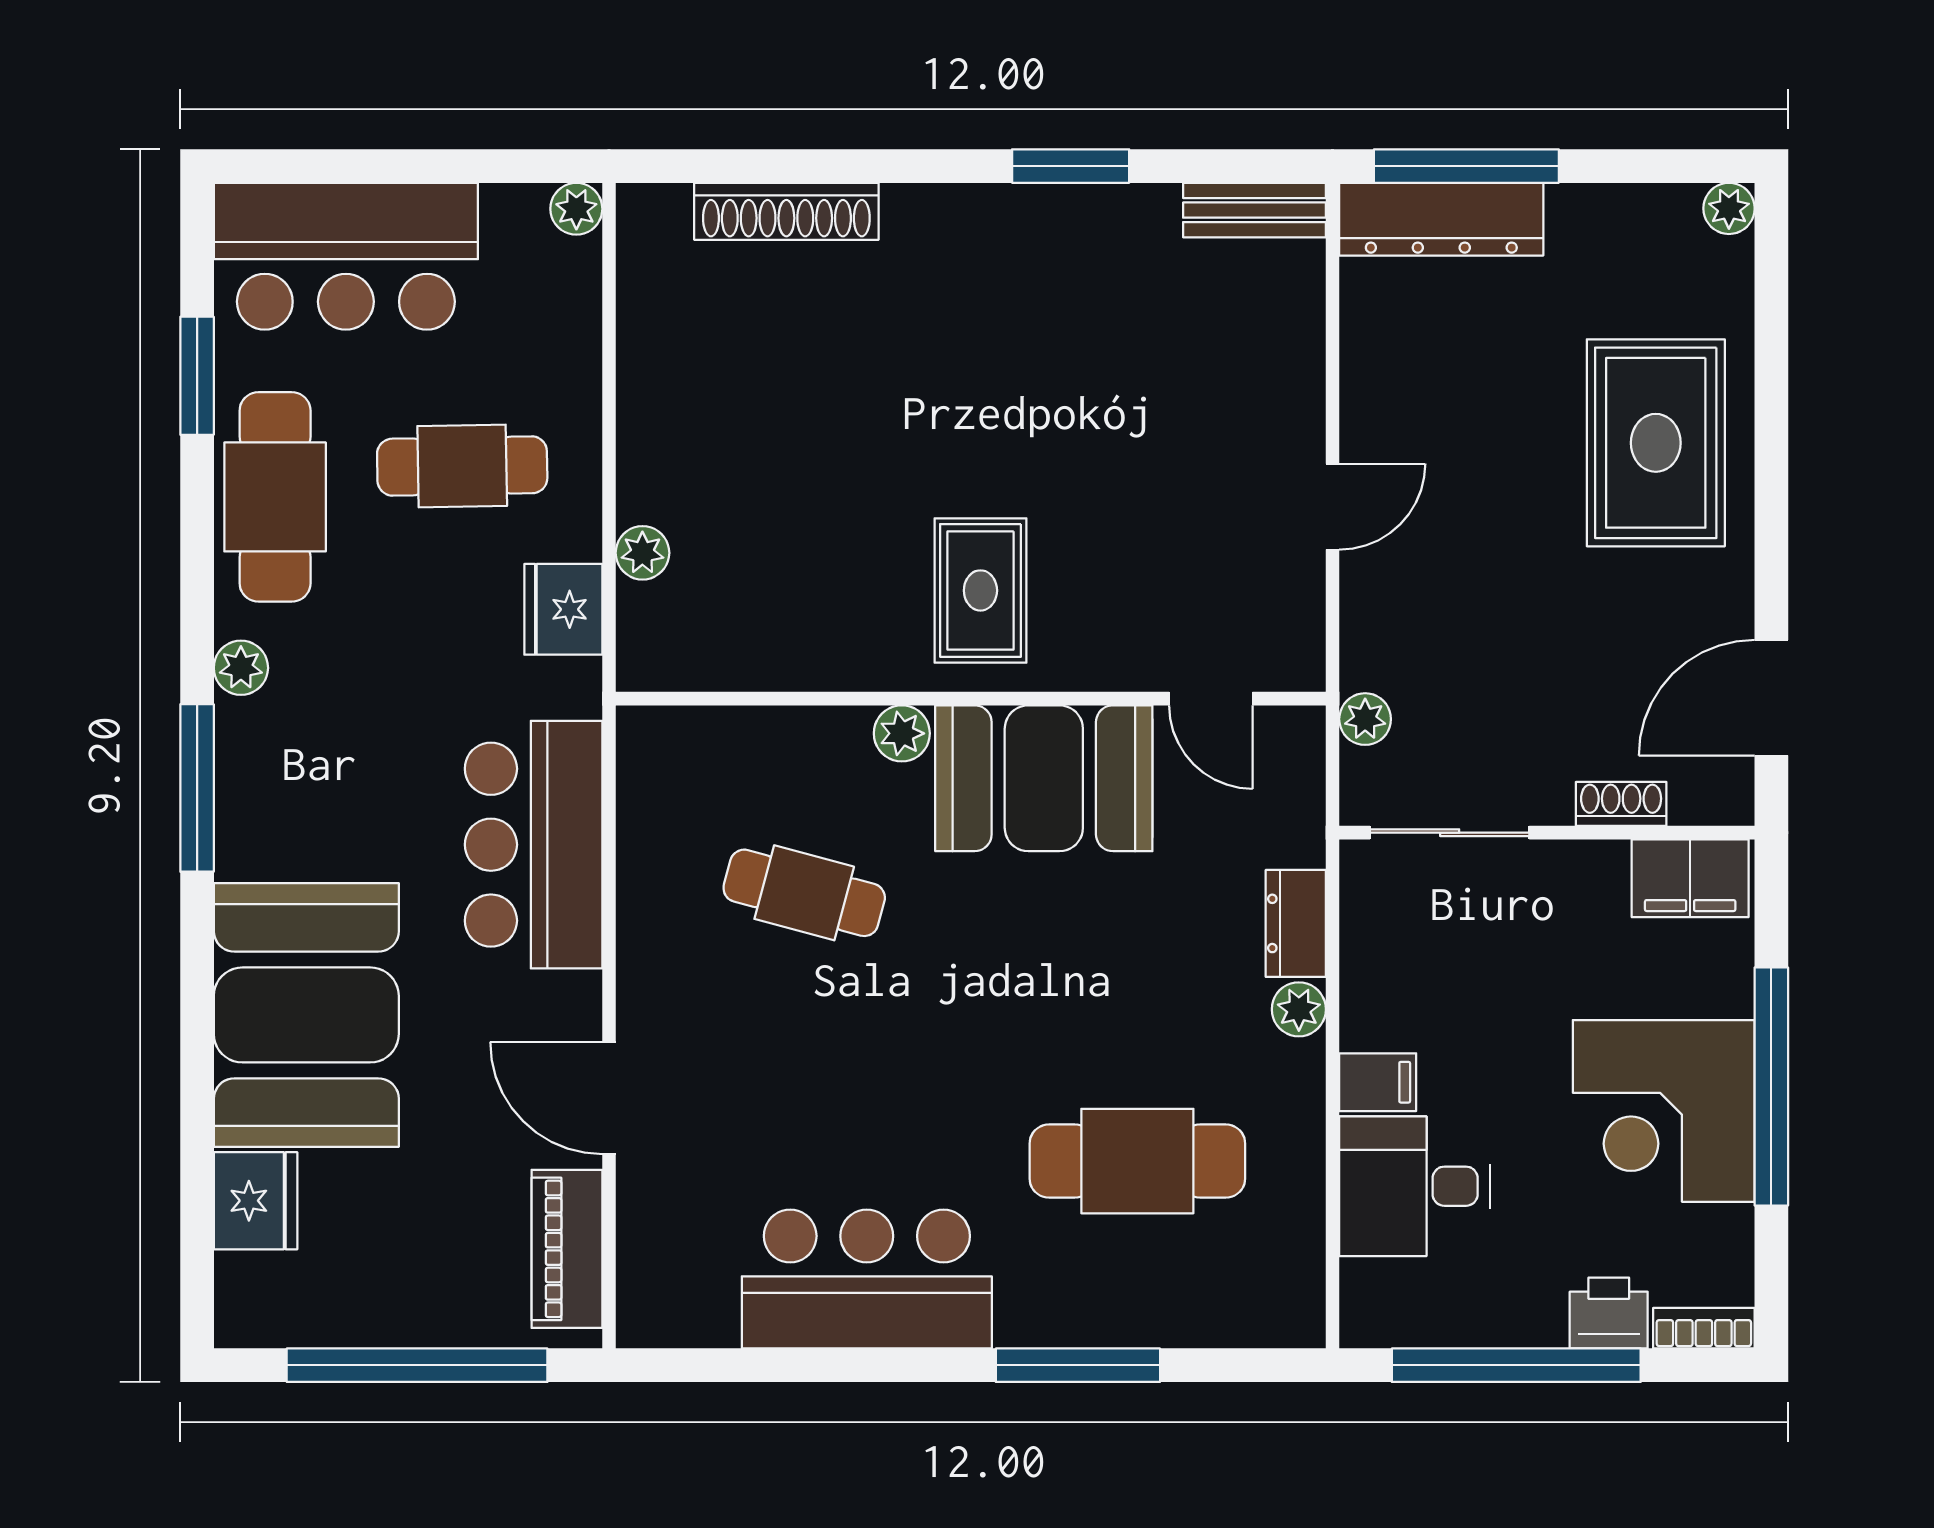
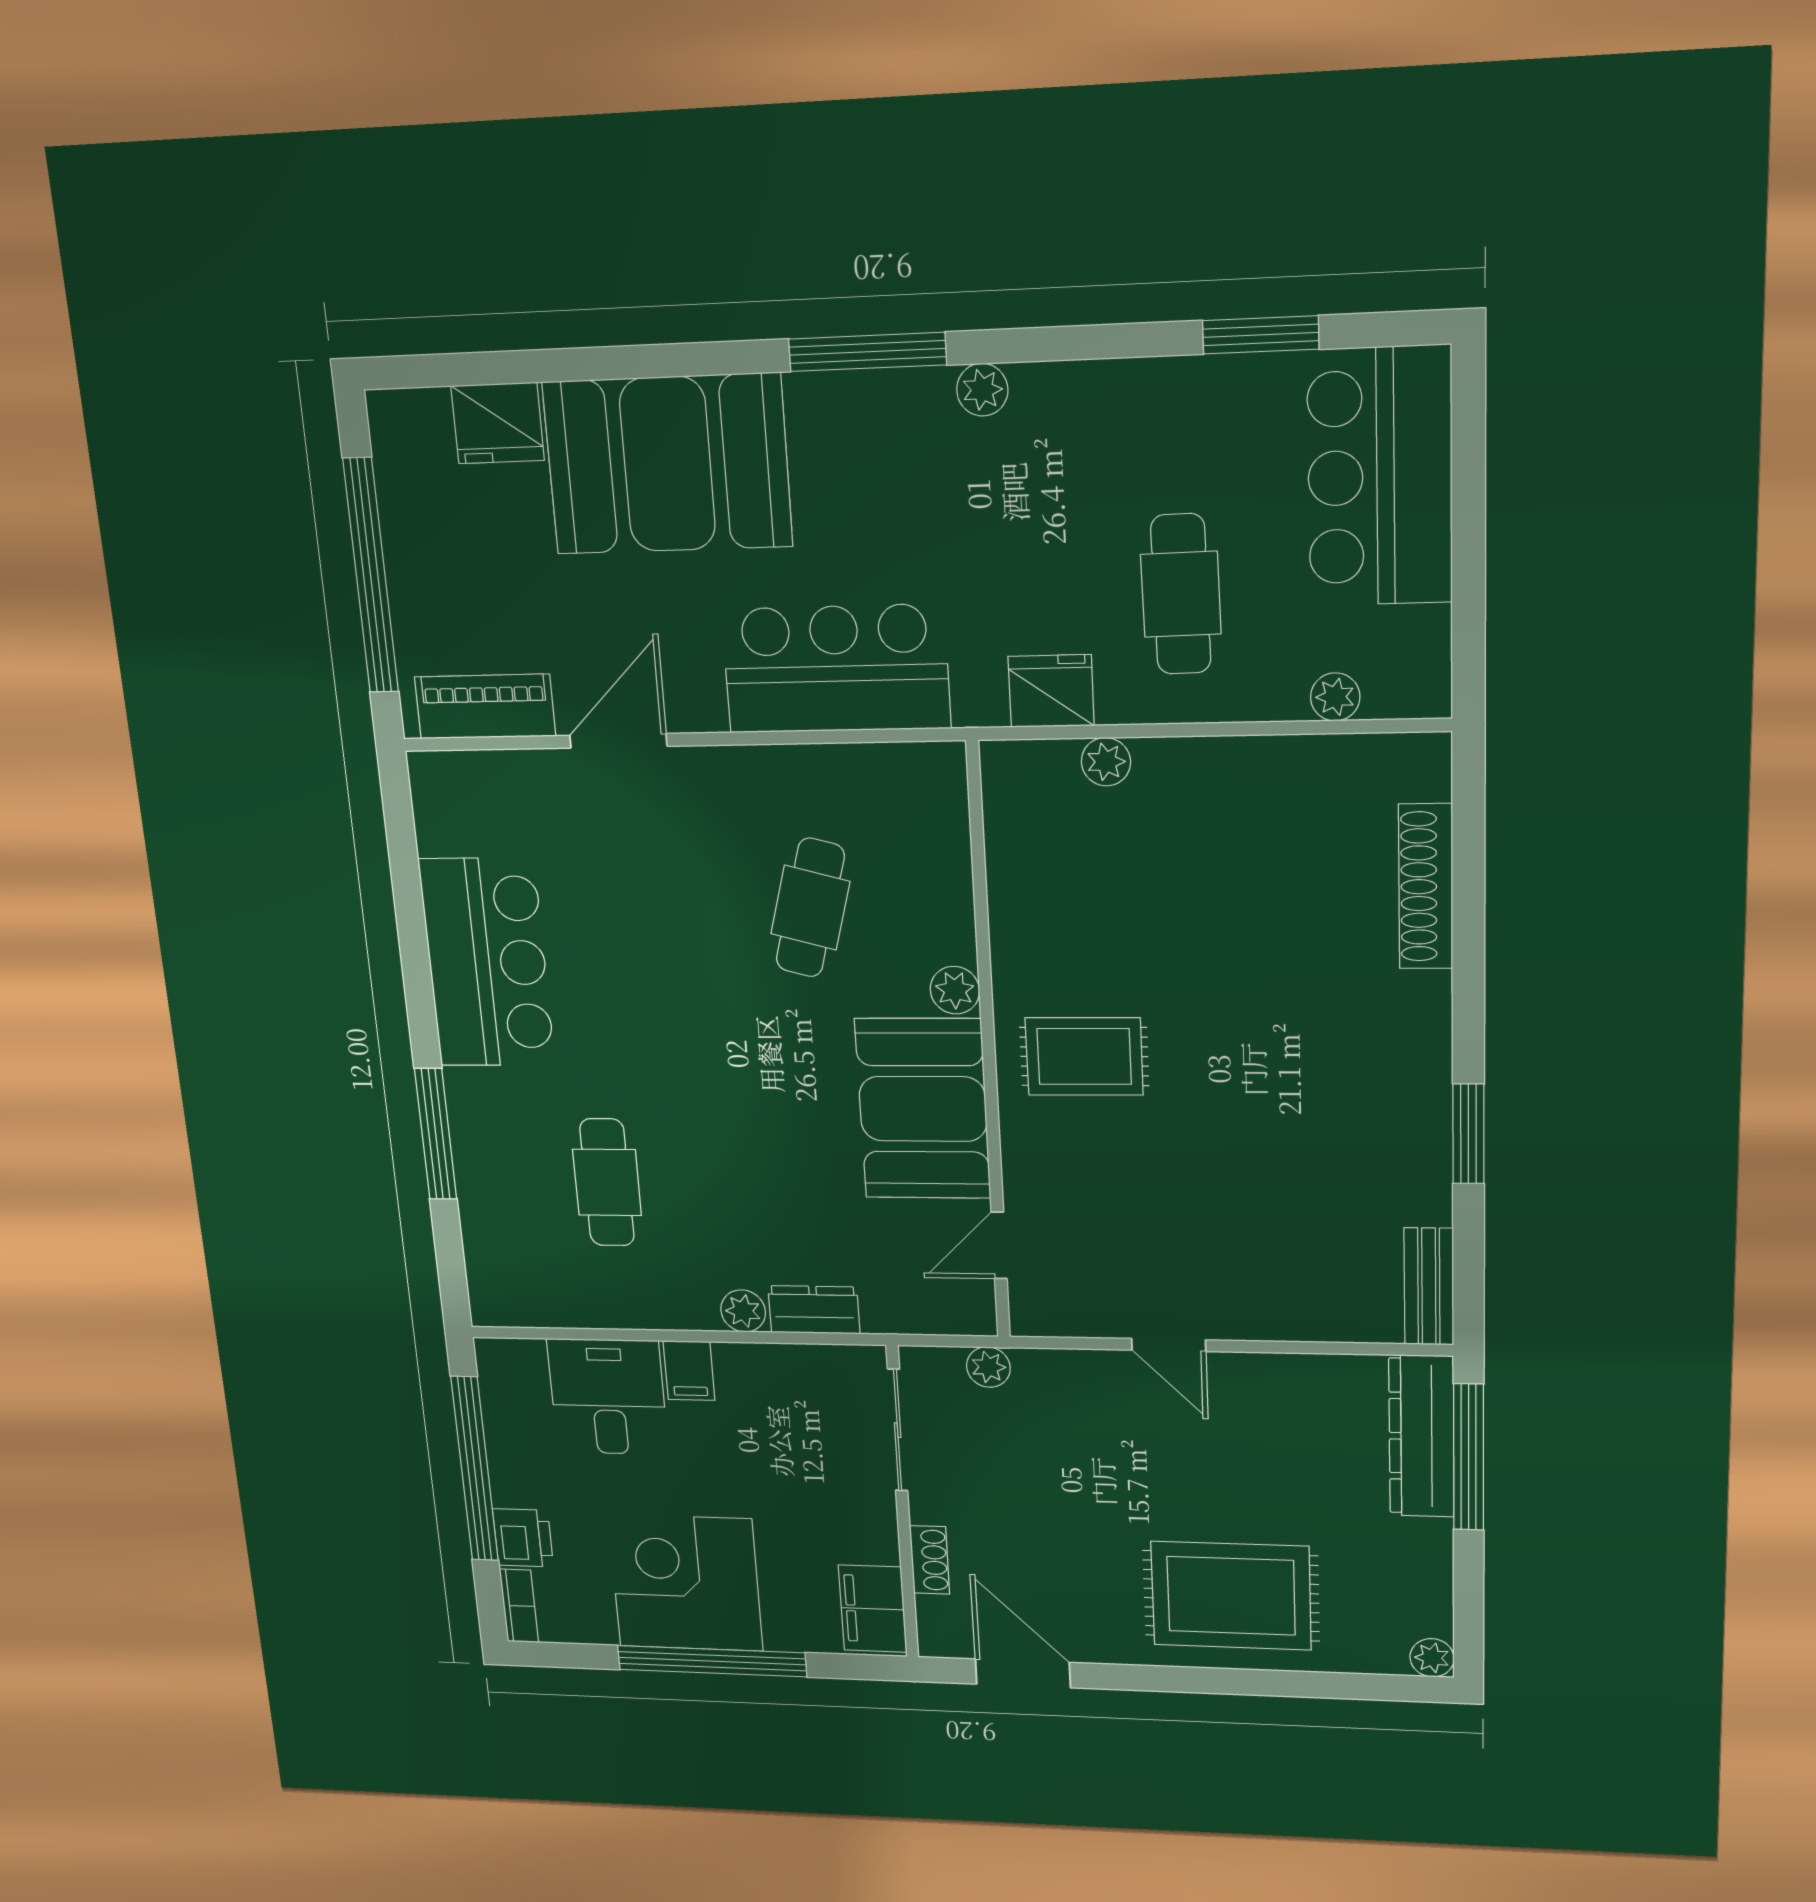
plant: (576, 209) -> (1335, 697), moved
cafe table: (275, 497) -> (1146, 416), removed
cafe table: (1137, 1161) -> (607, 1182), width x0.73, depth x0.74

